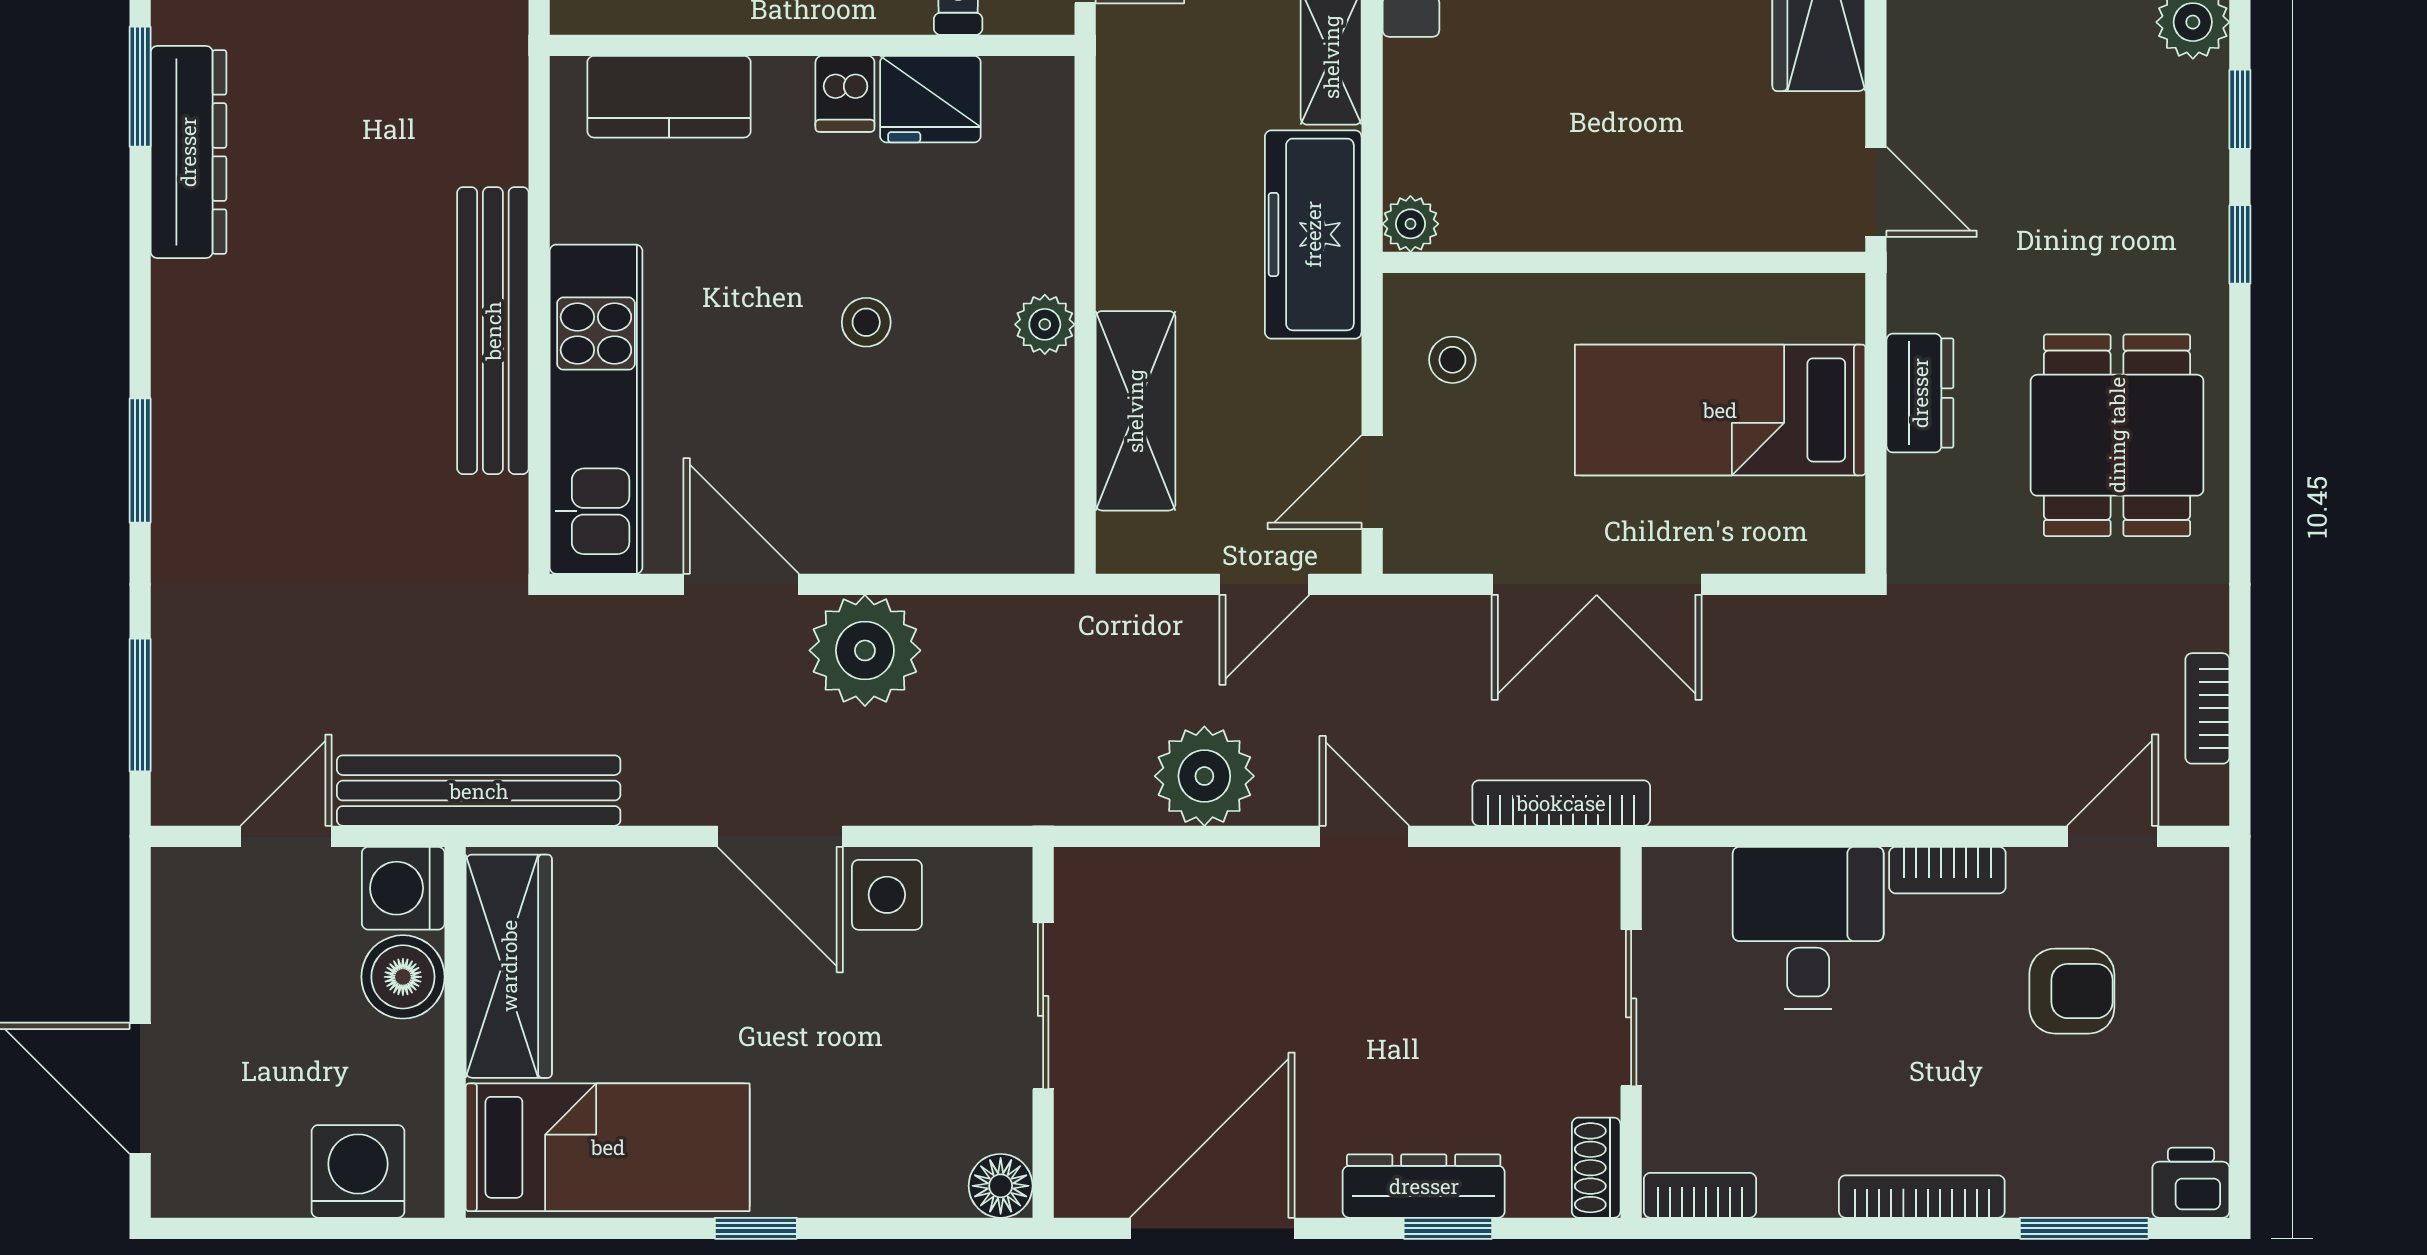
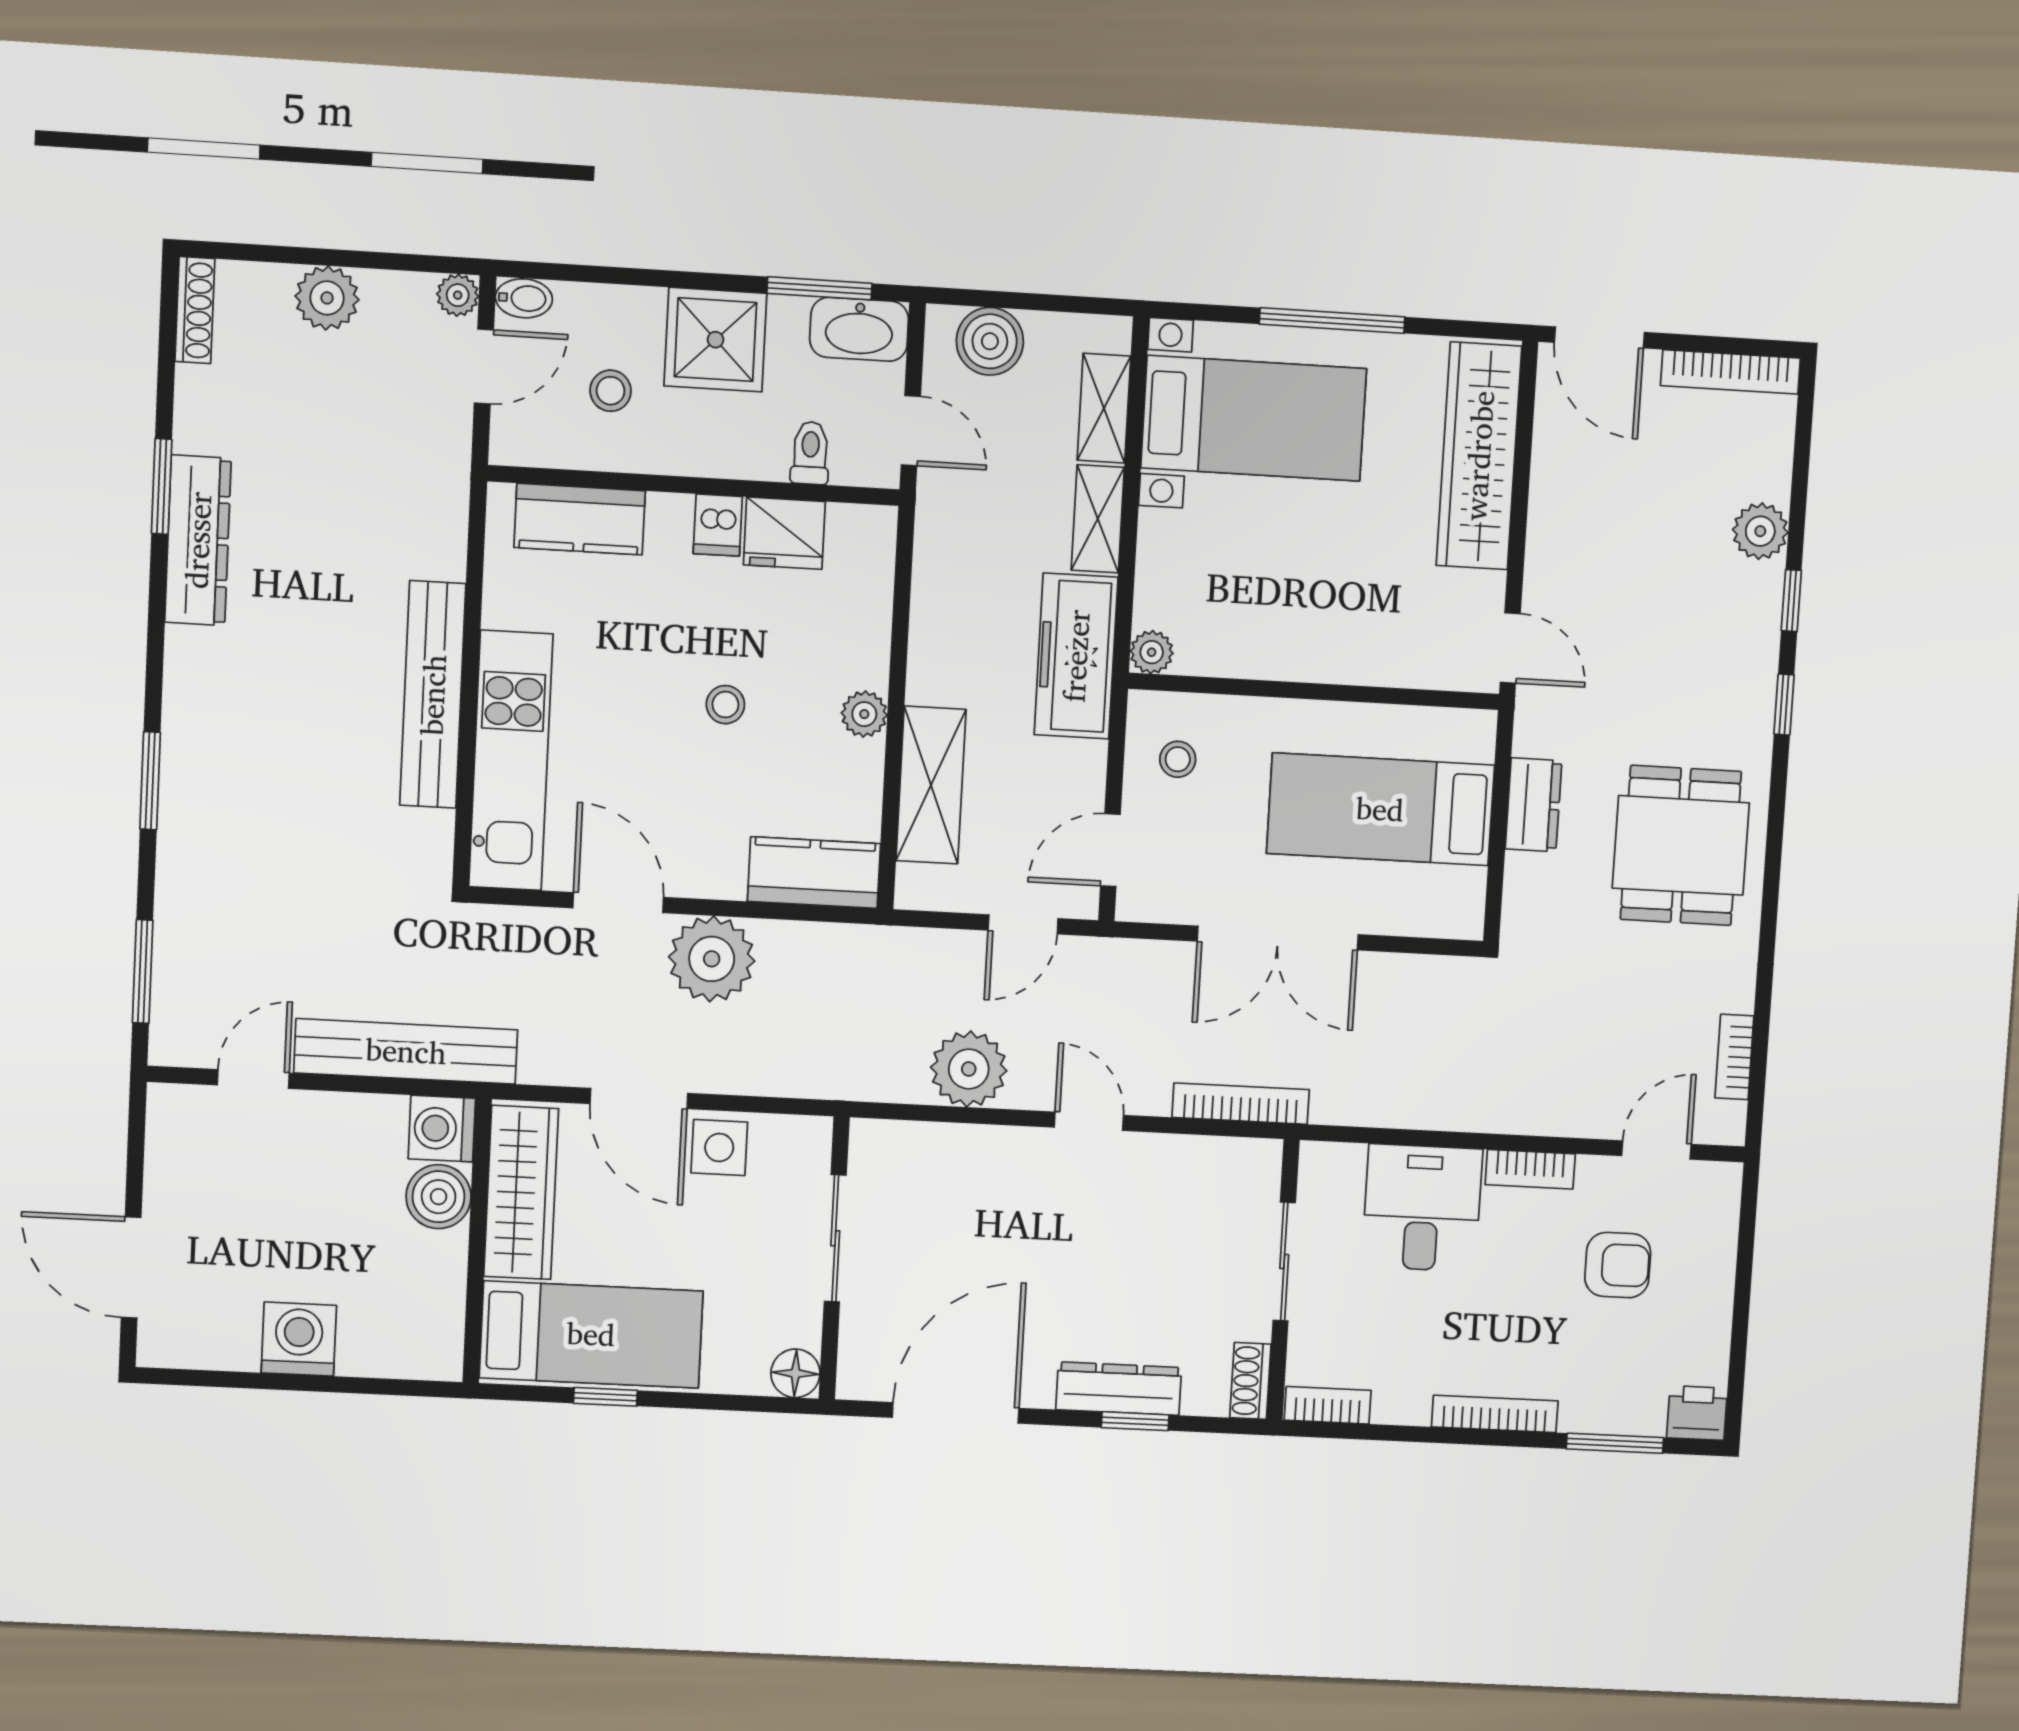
kitchen counter: (991, 532) -> (814, 873), added
washing machine: (403, 888) -> (442, 1129), moved
wardrobe: (509, 966) -> (521, 1193), moved
boiler: (403, 977) -> (439, 1197), moved
wall: (455, 1032) -> (477, 1241), moved
bed: (608, 1147) -> (591, 1334), moved

